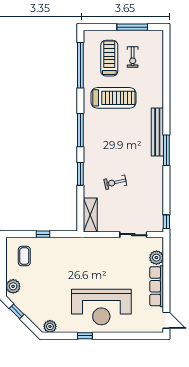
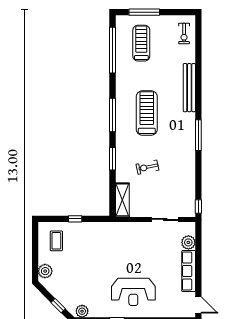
window: (132, 27) -> (144, 12), moved
exercise bike: (133, 57) -> (184, 34), moved
treadmill: (113, 98) -> (147, 113), moved, turned -90
bench: (157, 132) -> (189, 88), moved
reception desk: (101, 307) -> (133, 292), width x0.74, depth x0.77
window: (17, 311) -> (58, 306), moved

